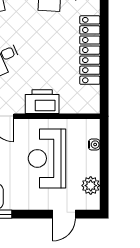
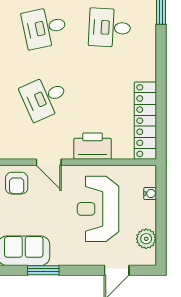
locker: (90, 50) -> (145, 121), moved

